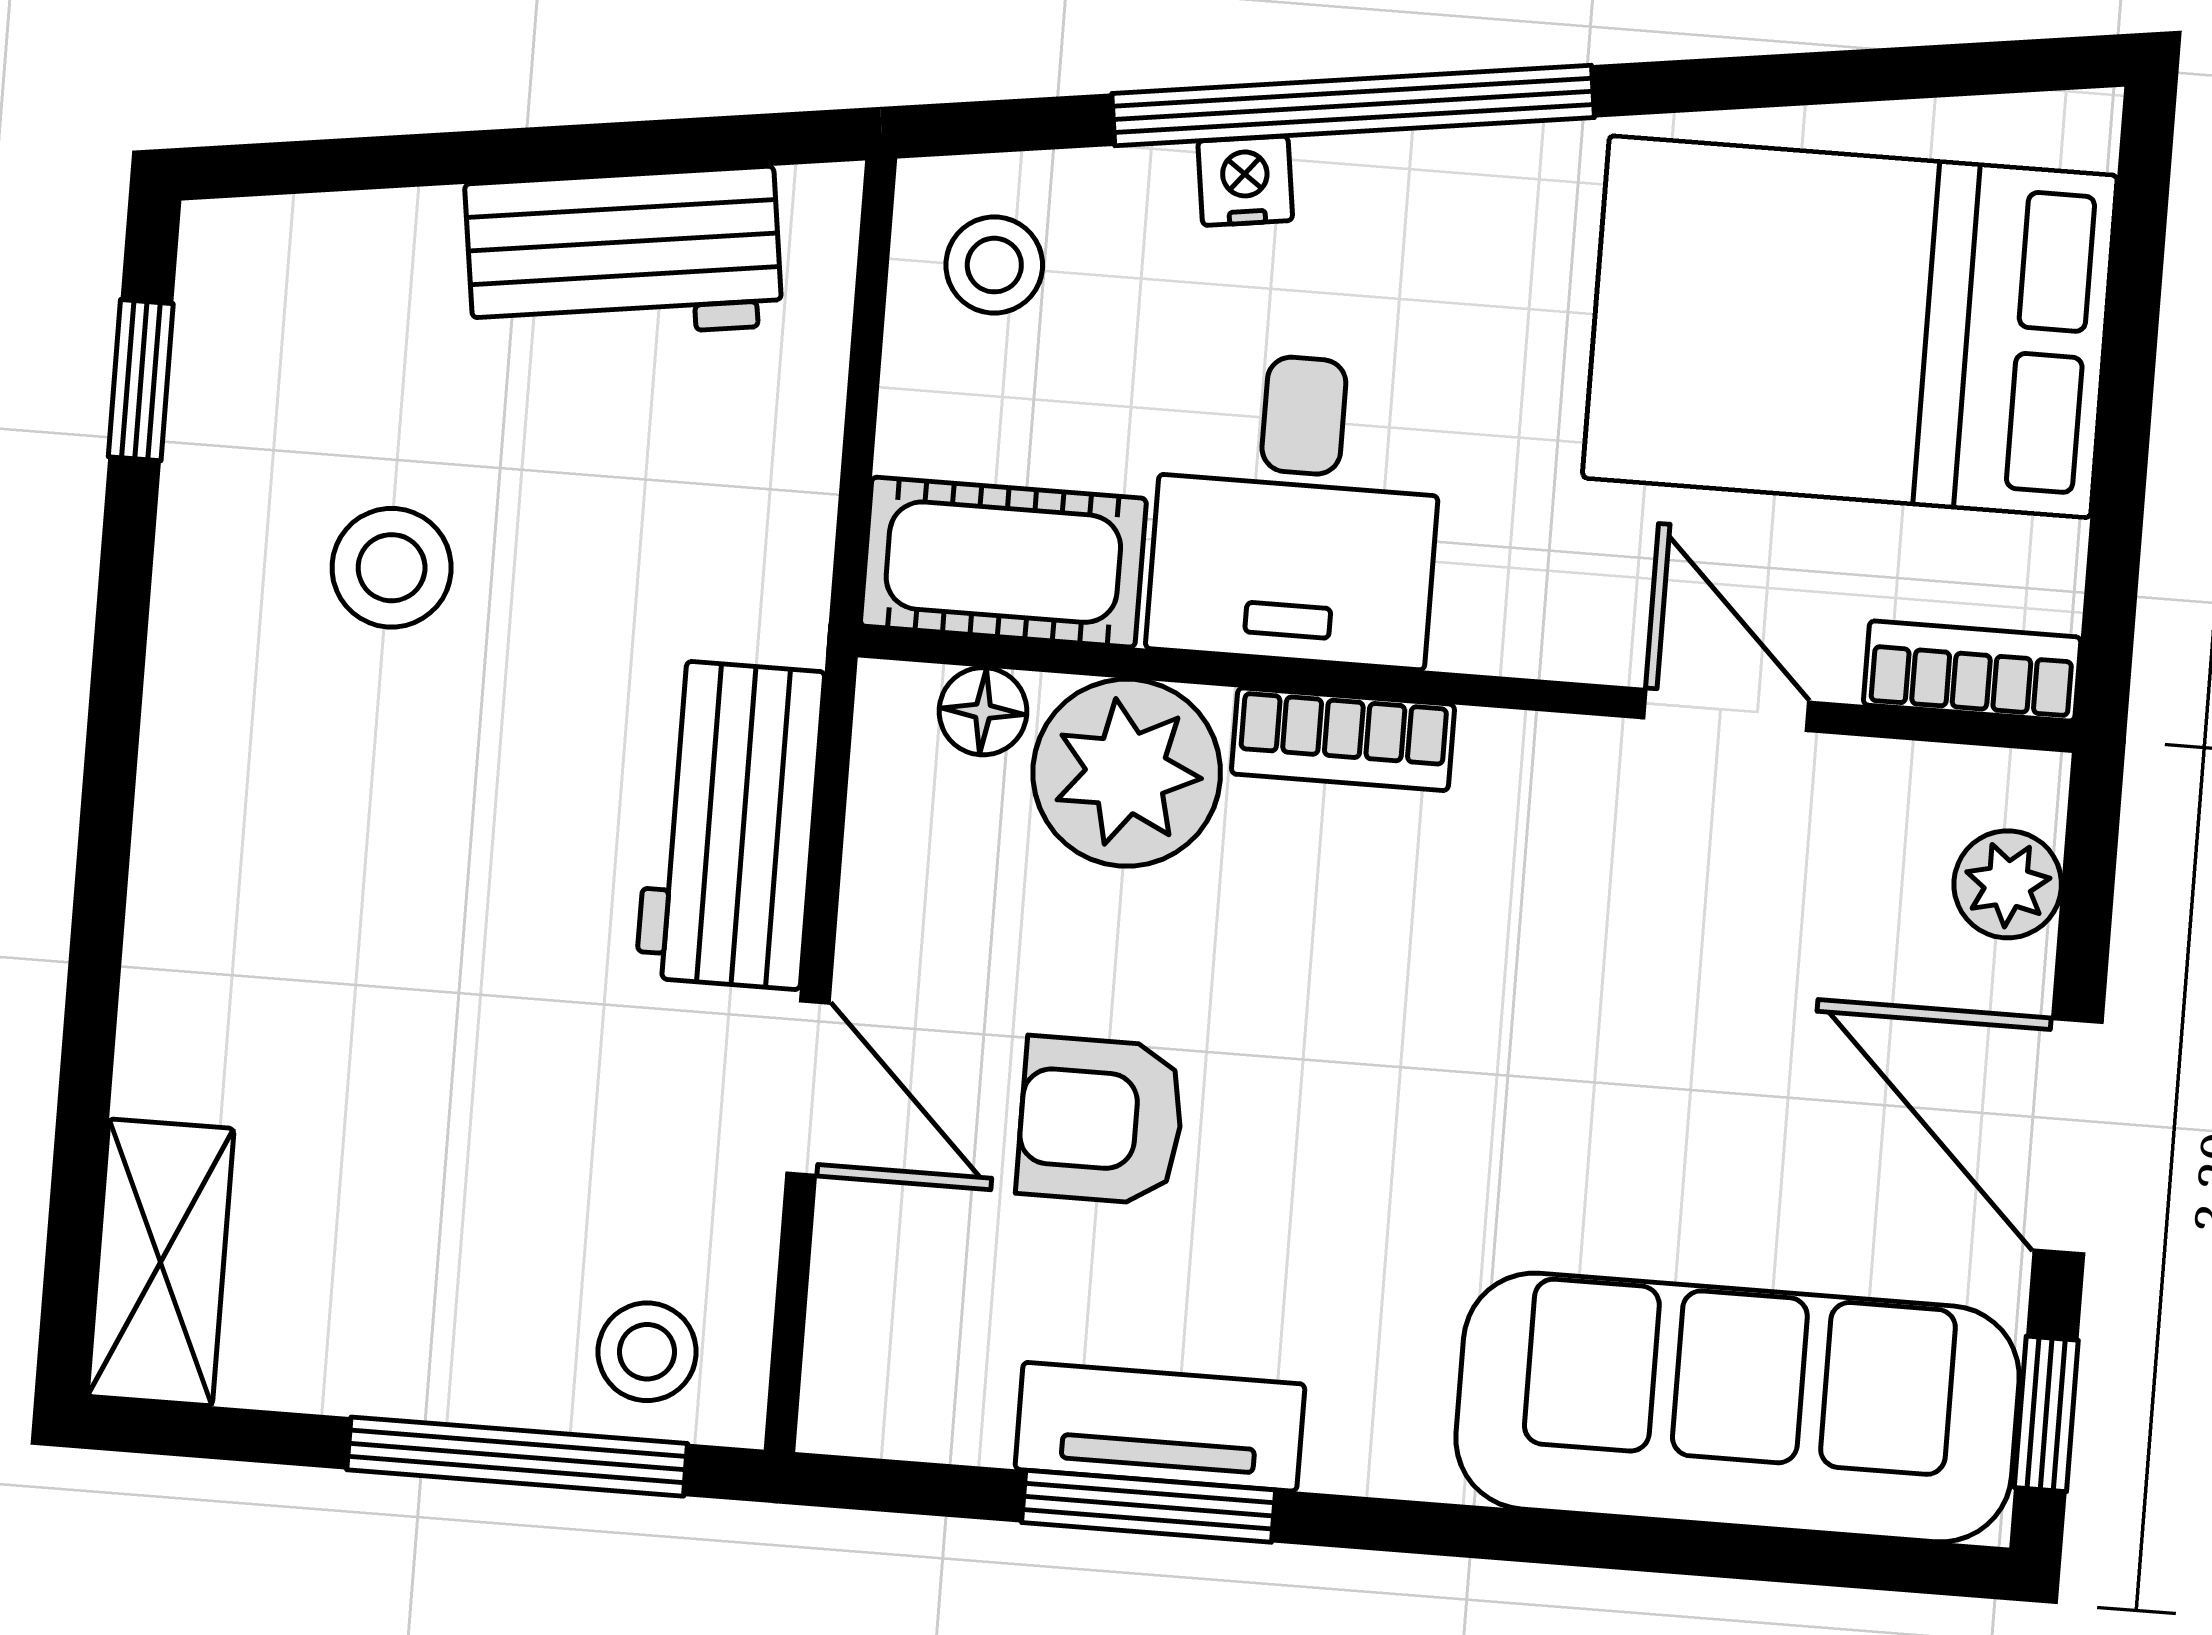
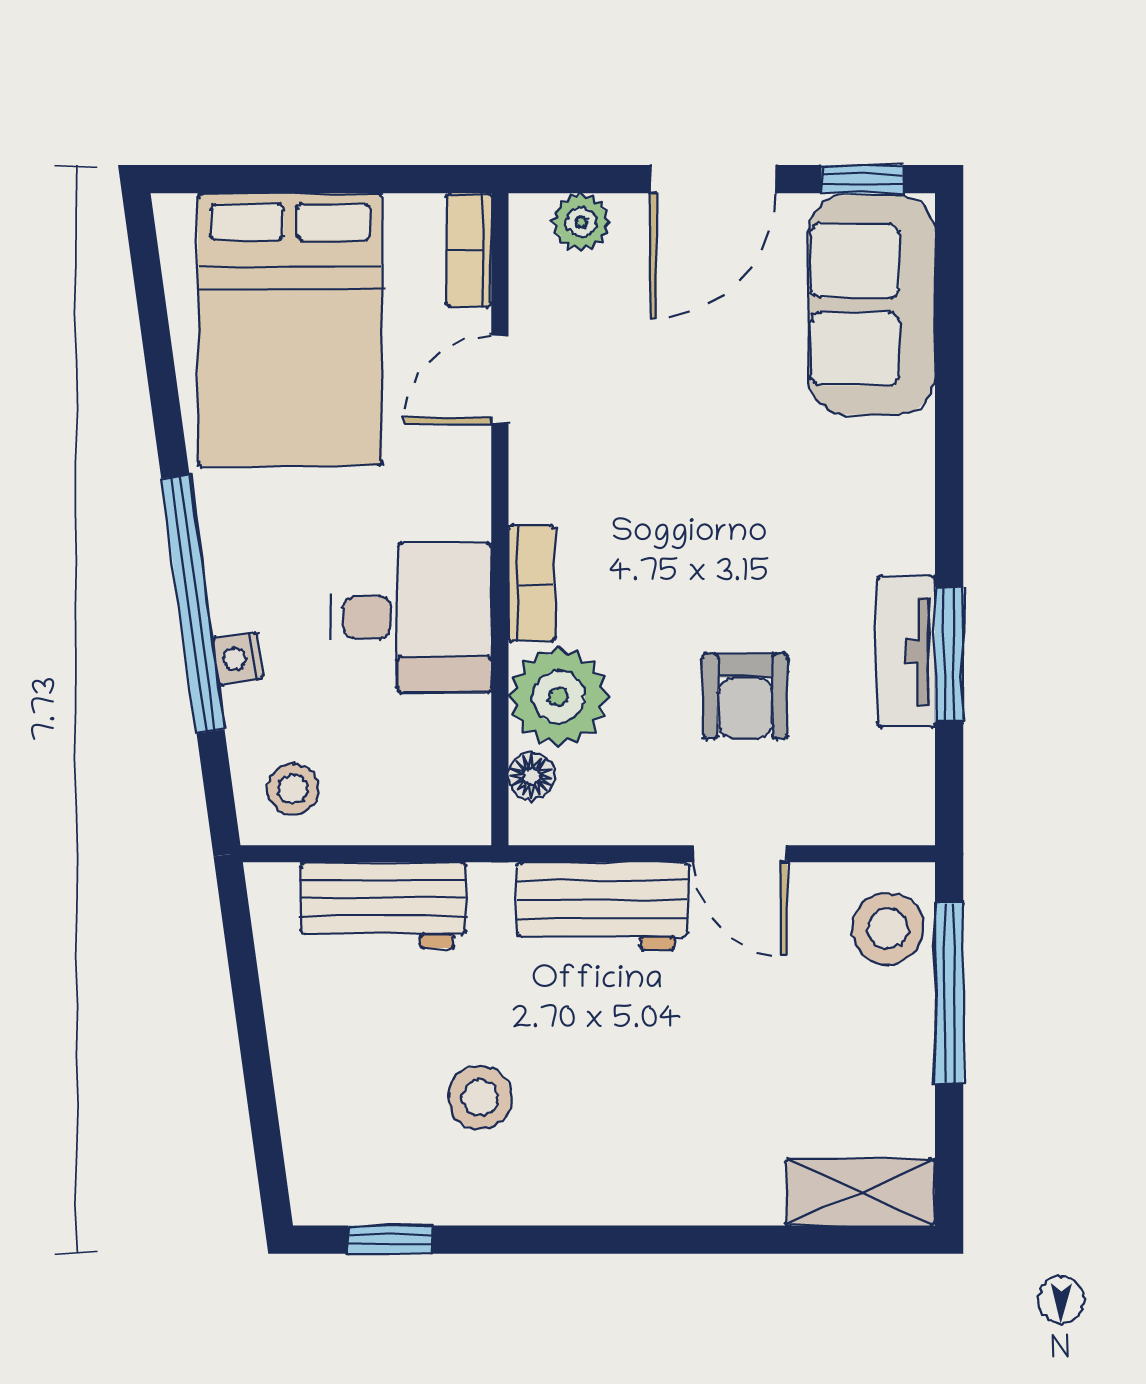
workbench: (624, 255) -> (383, 905), moved, turned 98
cot: (1003, 562) -> (451, 772), removed
door: (808, 1088) -> (740, 854), swing flipped
stool: (647, 1352) -> (888, 929), width x1.37, depth x1.37
sofa: (1738, 1407) -> (872, 305), width x0.73

